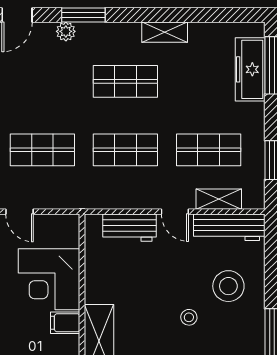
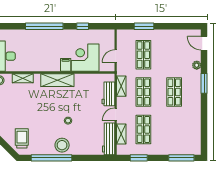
window: (83, 15) -> (204, 83), moved
shelving: (165, 32) -> (121, 86), moved
freezer: (250, 69) -> (180, 148), removed
door: (19, 212) -> (116, 56), moved
stool: (228, 286) -> (62, 145), moved

